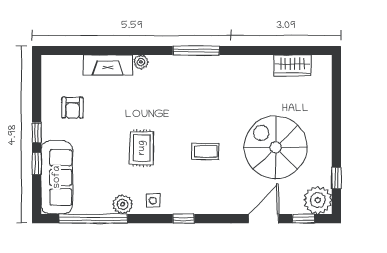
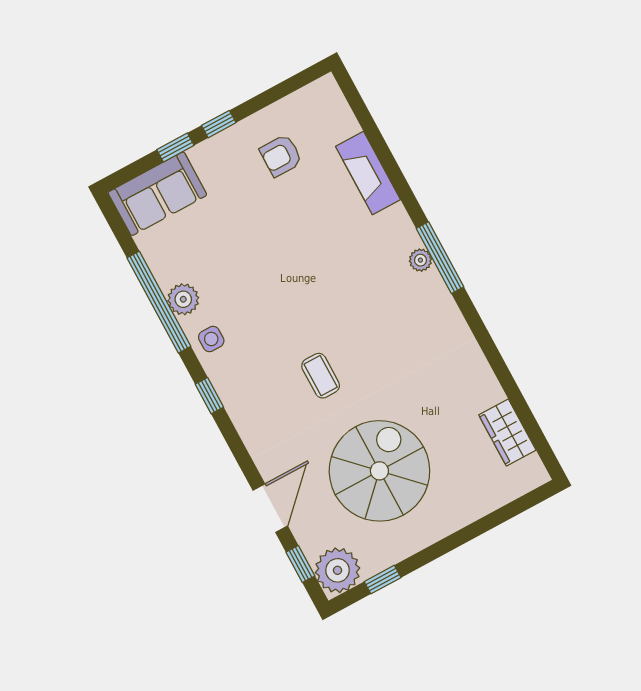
window: (196, 50) -> (440, 258), moved
plant: (141, 62) -> (420, 260), moved
rug: (142, 148) -> (277, 283), removed
sofa: (57, 177) -> (157, 194), width x0.73
window: (93, 219) -> (159, 302), moved
door: (264, 219) -> (270, 508), hinge flipped

